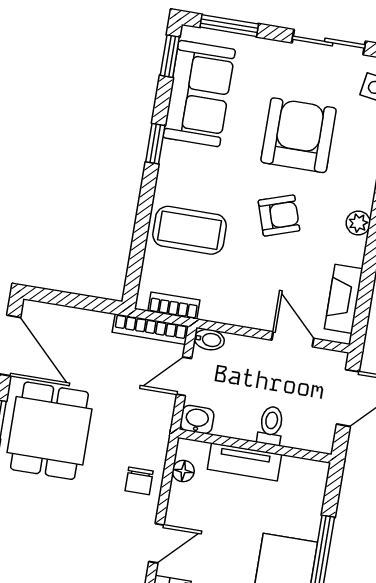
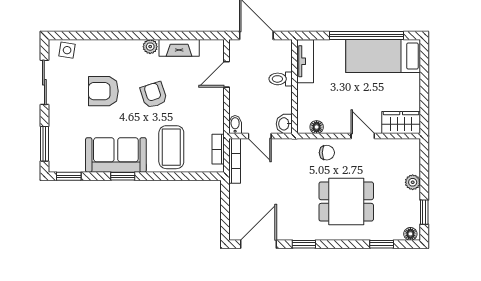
sofa: (199, 94) -> (116, 155), moved
armchair: (299, 135) -> (103, 91), width x0.73, depth x0.73
fireplace: (344, 299) -> (179, 48), moved
dining table: (49, 431) -> (346, 202), moved
tv unit: (244, 462) -> (305, 61), moved

